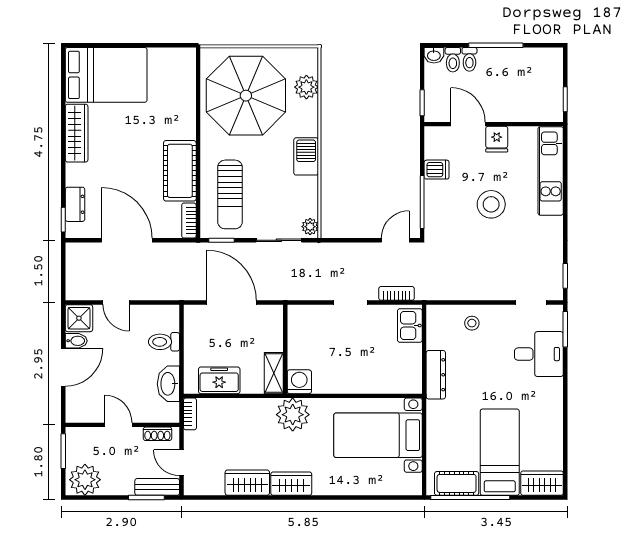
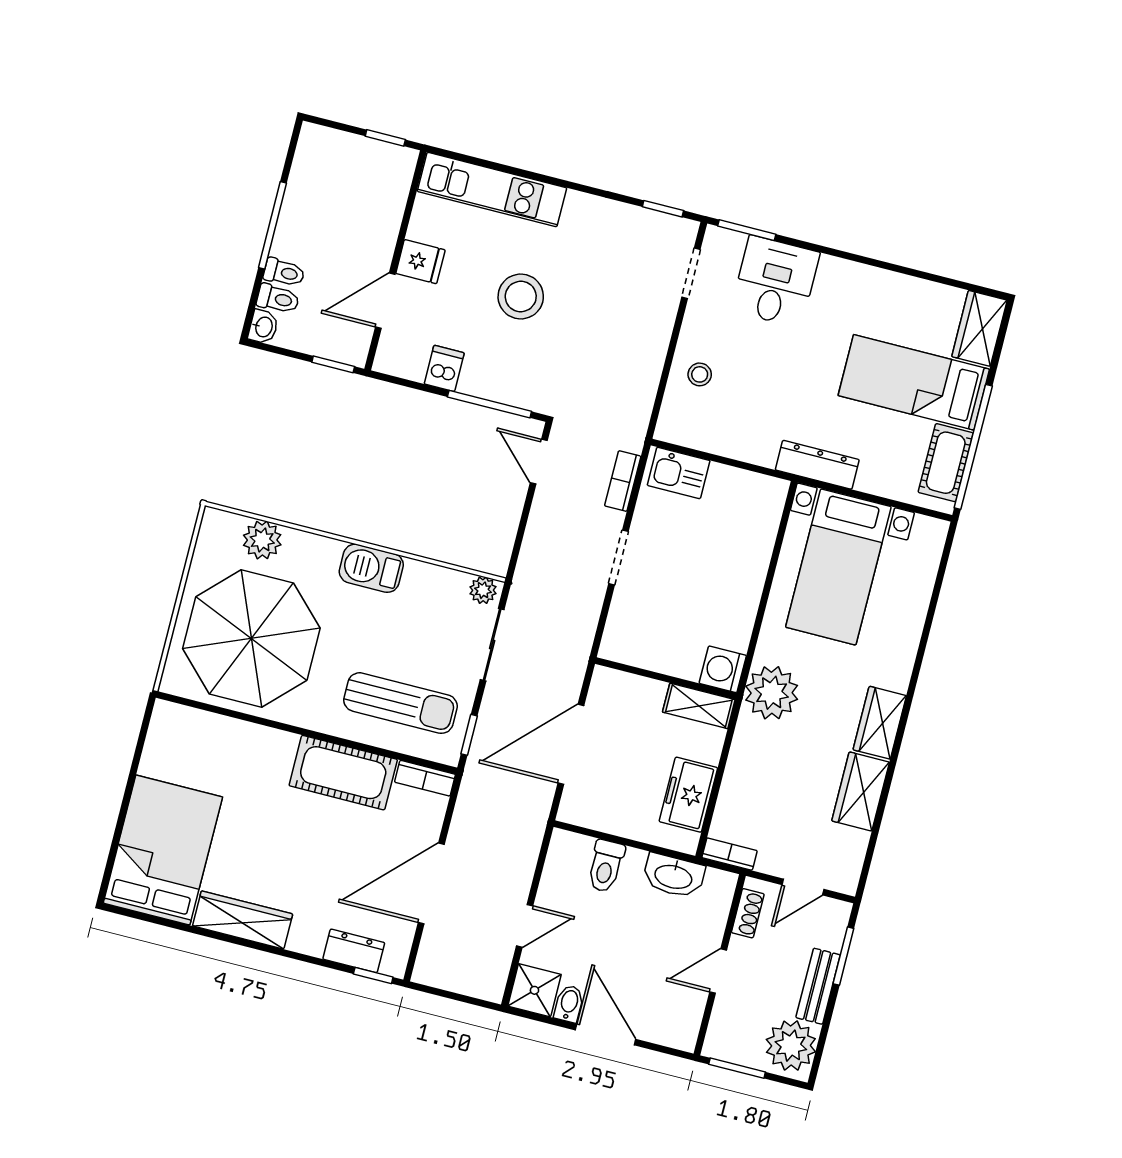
dresser: (436, 375) -> (817, 465), moved
bench: (157, 487) -> (818, 986), moved

